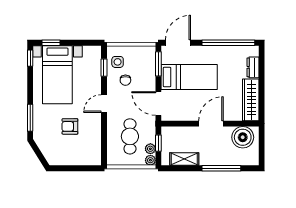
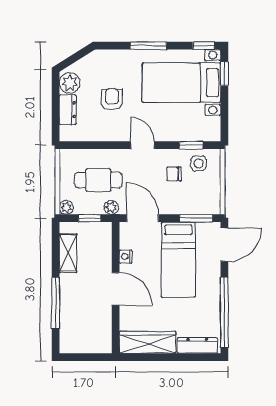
door: (178, 43) -> (224, 245), hinge flipped
dresser: (253, 67) -> (197, 345), width x1.44
door: (158, 104) -> (143, 218), hinge flipped
nightstand: (187, 116) -> (126, 257), added
window: (30, 118) -> (148, 46), moved
boiler: (243, 137) -> (97, 332), removed
plant: (150, 149) -> (111, 207), moved
plant: (58, 158) -> (70, 83), added
dresser: (78, 159) -> (68, 110), added

